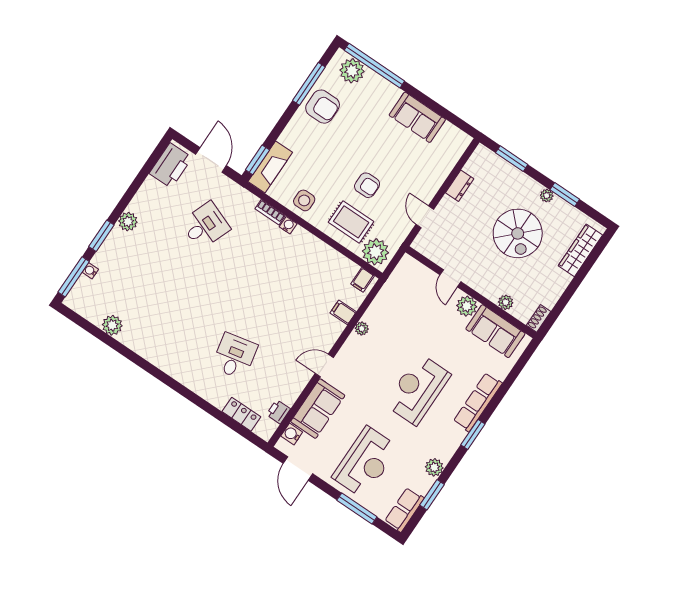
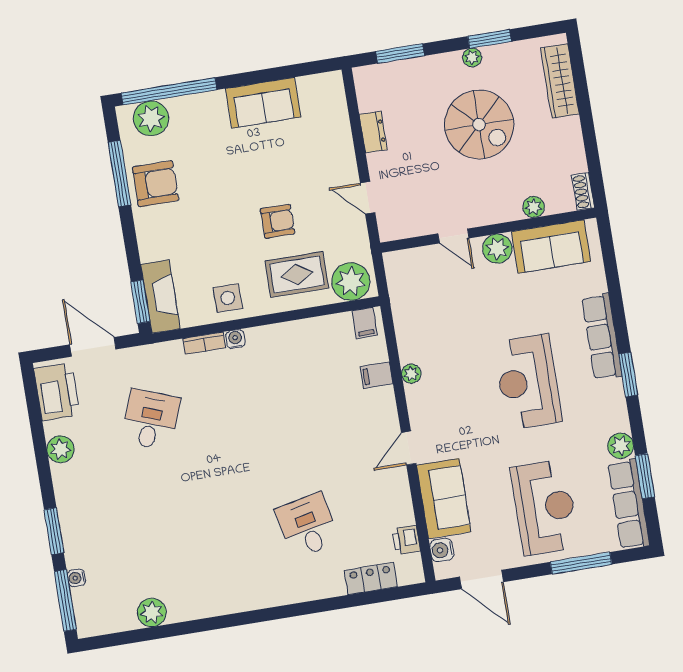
plant: (128, 222) -> (60, 449), moved
row of seats: (404, 510) -> (629, 504), width x1.48

